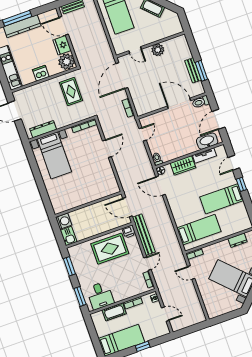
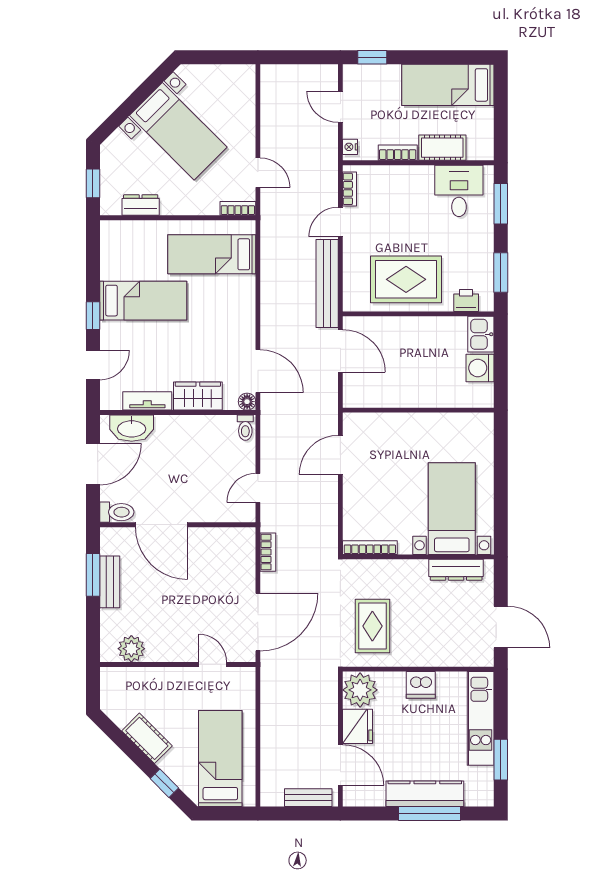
plant: (158, 50) -> (131, 649), moved
door: (107, 149) -> (340, 455), moved
wall: (88, 204) -> (418, 410), moved
printer: (129, 231) -> (466, 301), moved
window: (143, 346) -> (372, 57), moved

